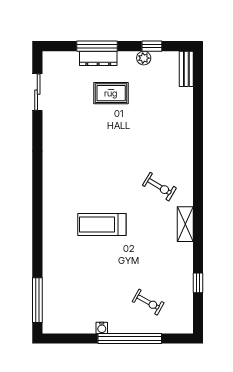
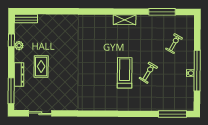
window: (97, 46) -> (11, 91), moved
exercise bike: (159, 187) -> (148, 73), moved
treadmill: (102, 225) -> (125, 73), turned 180
window: (198, 283) -> (162, 12), width x2.17
window: (130, 339) -> (197, 71), moved

